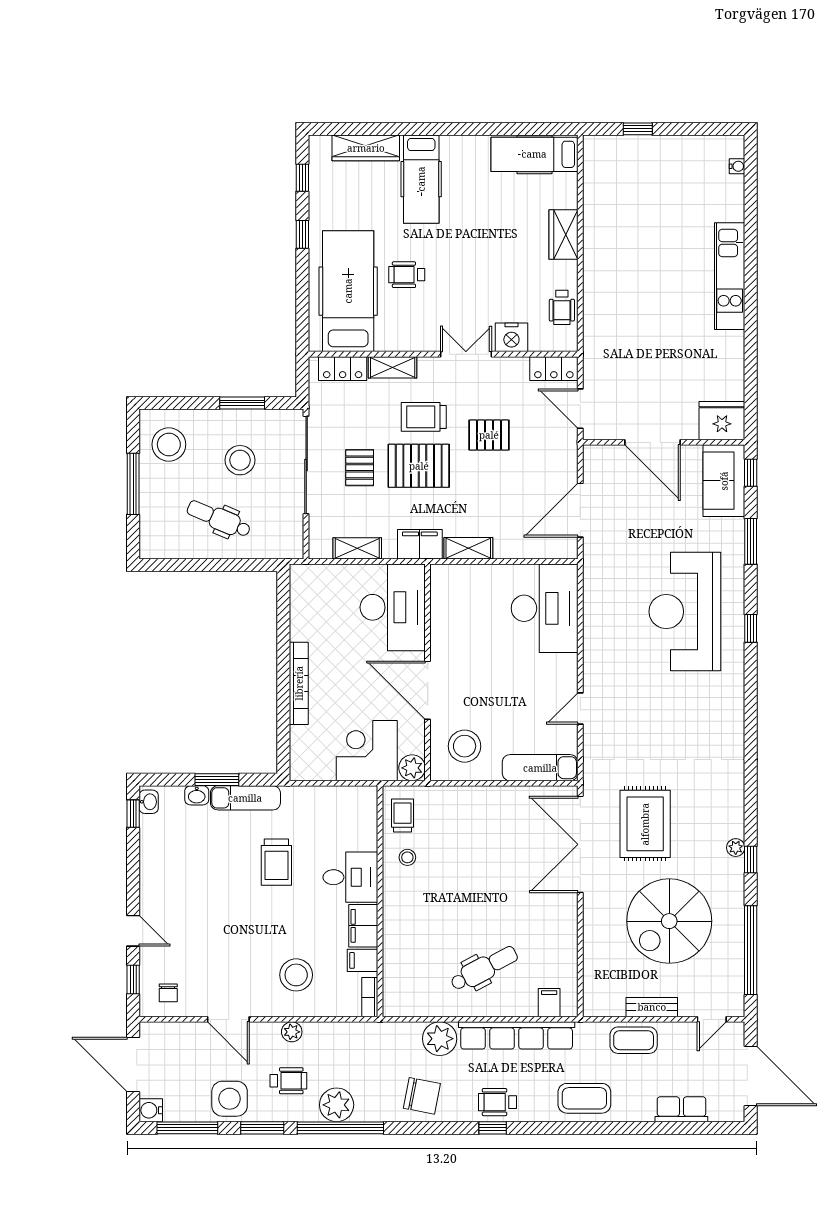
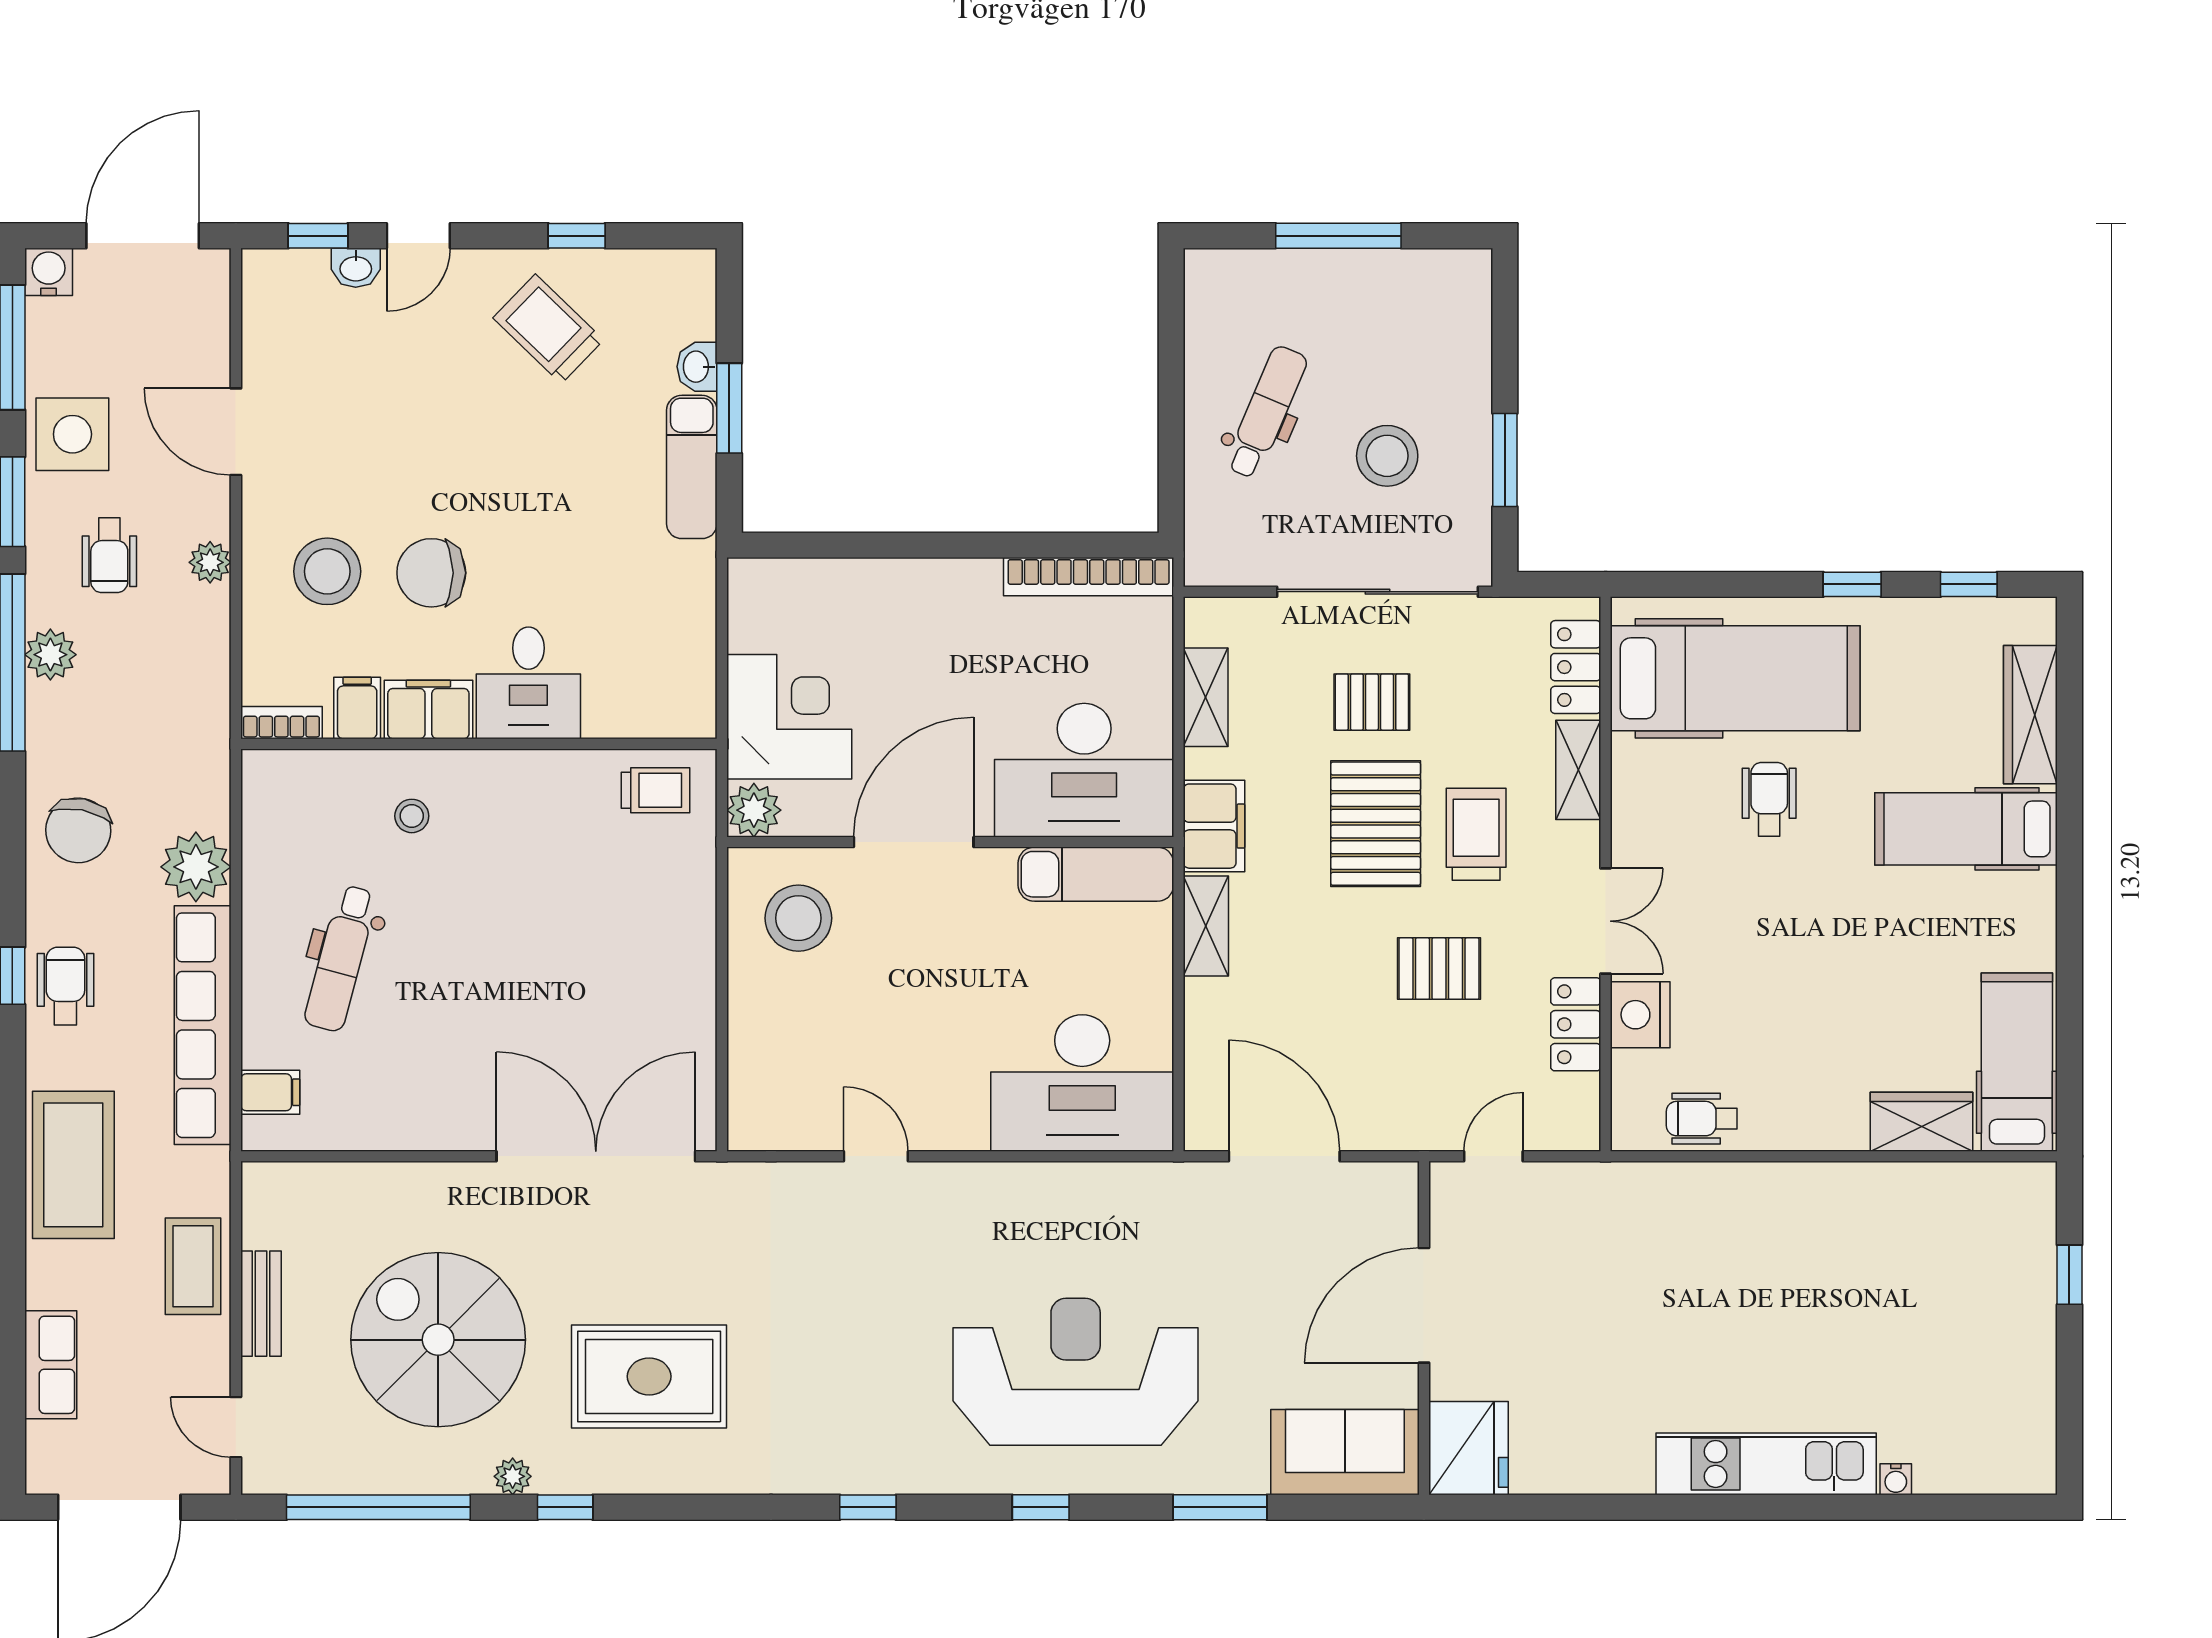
water cooler: (737, 166) -> (1896, 1479), moved
wardrobe: (563, 235) -> (1922, 1122), moved
locker: (554, 369) -> (1576, 1024), moved
door: (580, 409) -> (1493, 1156), width x0.73
pallet: (489, 435) -> (1439, 969), turned 90
stool: (169, 444) -> (1419, 309), removed
window: (751, 473) -> (868, 1507), moved
bookcase: (299, 683) -> (1089, 577), moved
exam couch: (540, 768) -> (1096, 874), moved, turned 90
washbasin: (149, 802) -> (356, 268), moved
window: (133, 814) -> (577, 236), moved
rug: (645, 824) -> (649, 1376), moved
plant: (736, 848) -> (513, 1476), moved
stool: (407, 857) -> (412, 816), moved
trolley: (276, 862) -> (548, 329), moved, turned 44
dental chair: (484, 968) -> (341, 958), turned 43
chair: (168, 993) -> (431, 573), moved, width x1.87, depth x1.87
door: (228, 1019) -> (236, 432), hinge flipped
coffee table: (584, 1098) -> (73, 1165), width x1.36, depth x1.32
plant: (337, 1105) -> (50, 655), width x0.73, depth x0.73

